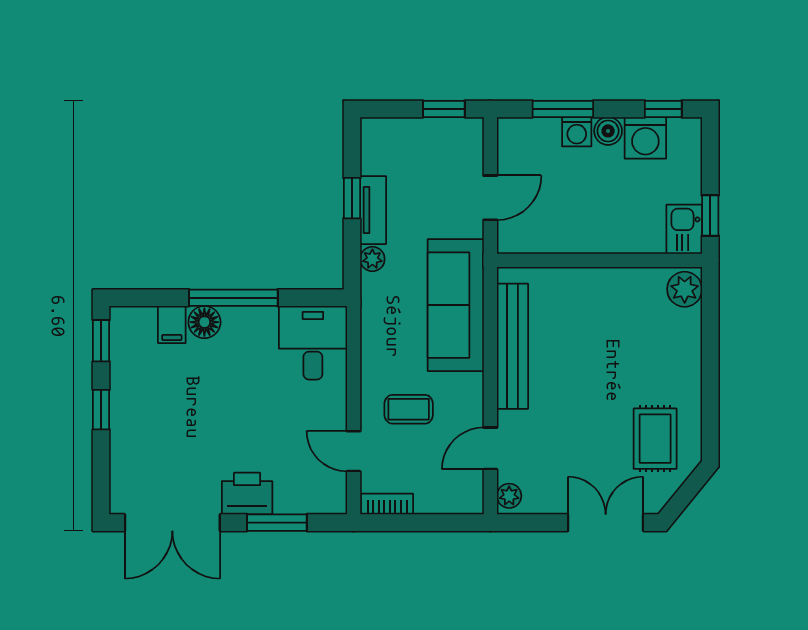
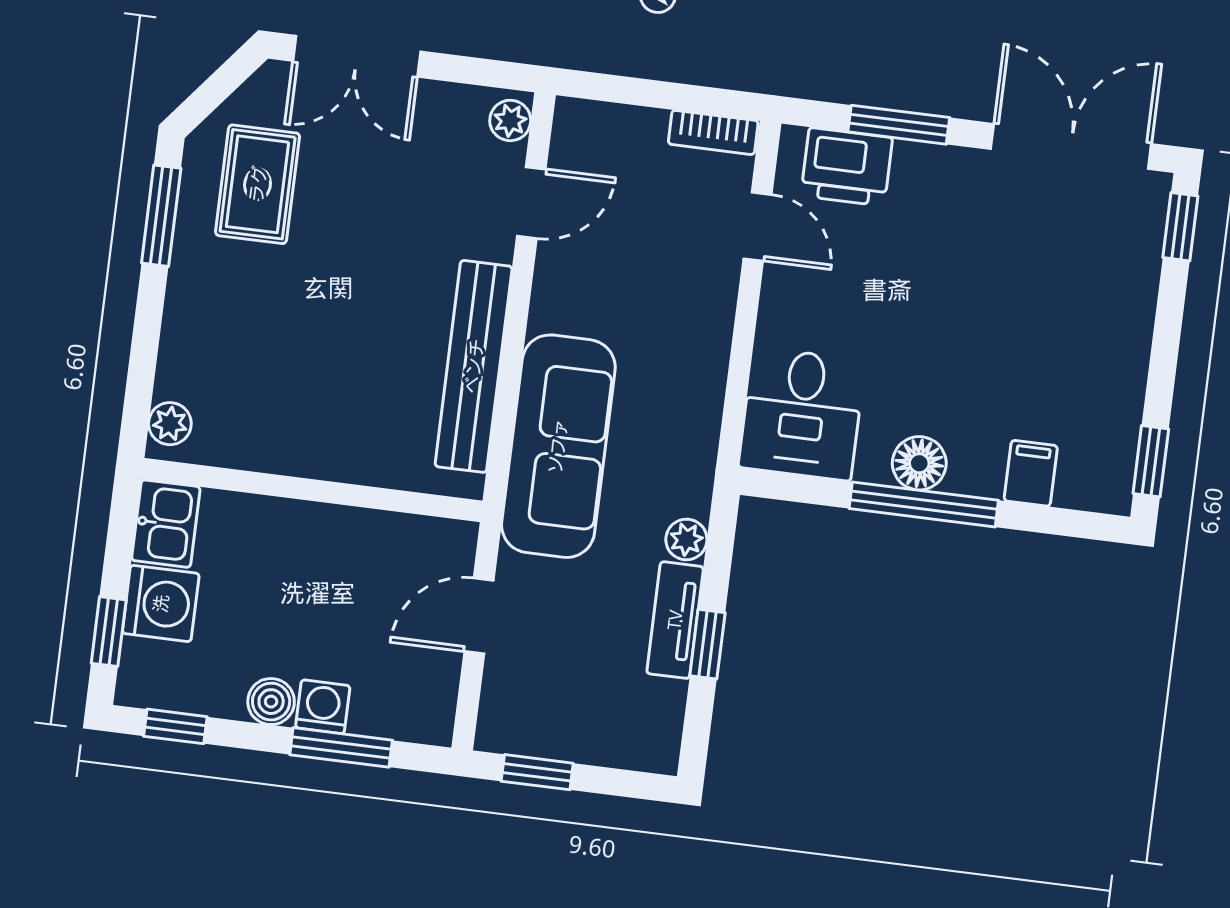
washing machine: (645, 138) -> (161, 603), moved, turned 90
window: (710, 216) -> (109, 632), moved
plant: (685, 289) -> (170, 424), width x0.73, depth x0.73
floor lamp: (204, 322) -> (919, 463), moved
coffee table: (409, 409) -> (658, 284), removed
window: (101, 410) -> (1180, 227), moved
window: (710, 413) -> (161, 216), added
printer: (247, 494) -> (847, 167), moved

